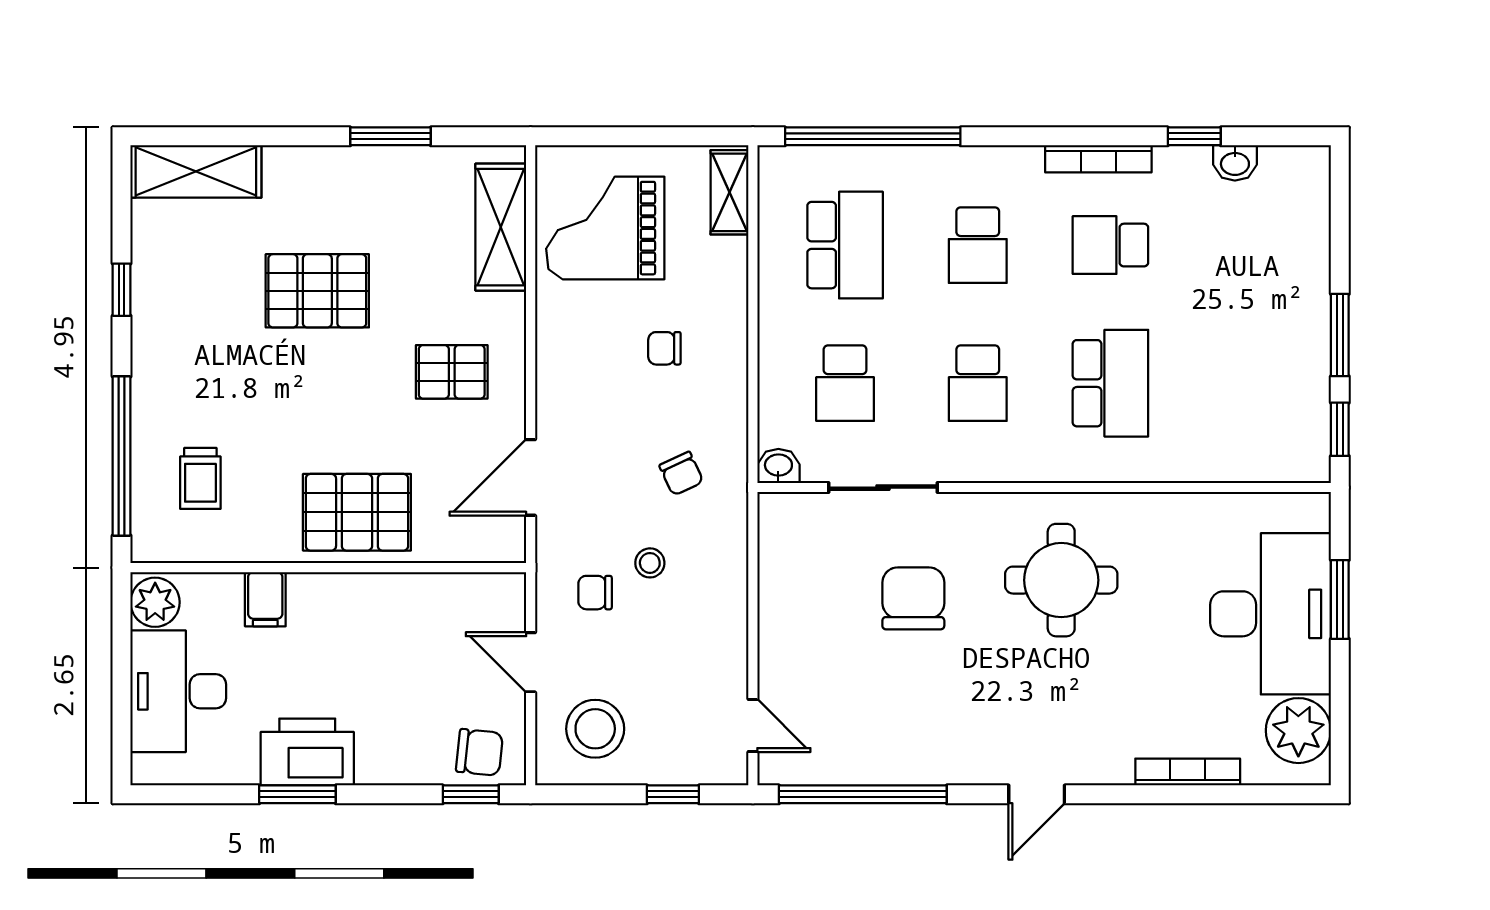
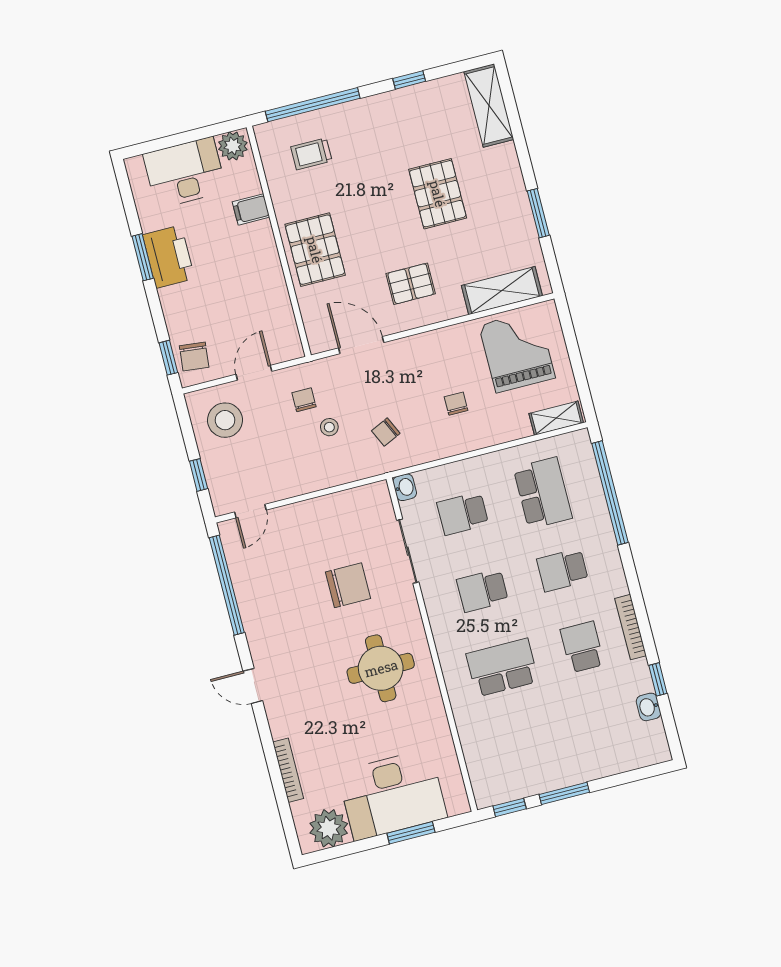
school desk: (845, 245) -> (543, 493), turned -90
pallet: (452, 372) -> (411, 284), turned 90
school desk: (1110, 383) -> (502, 668), turned 180

